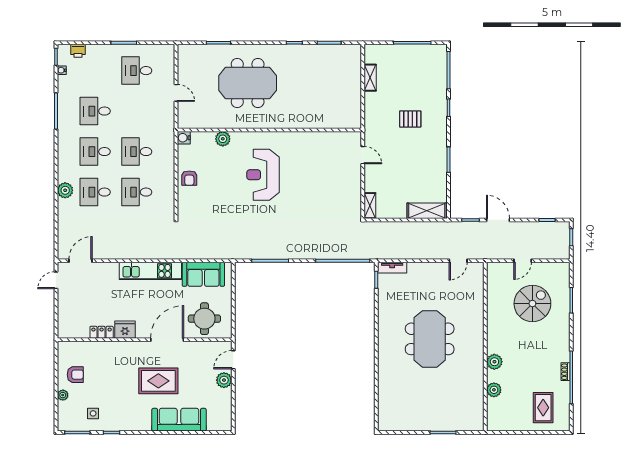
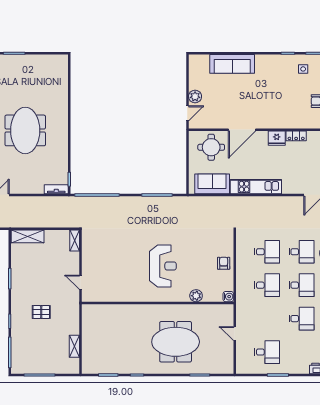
rug: (158, 381) -> (249, 96), removed

